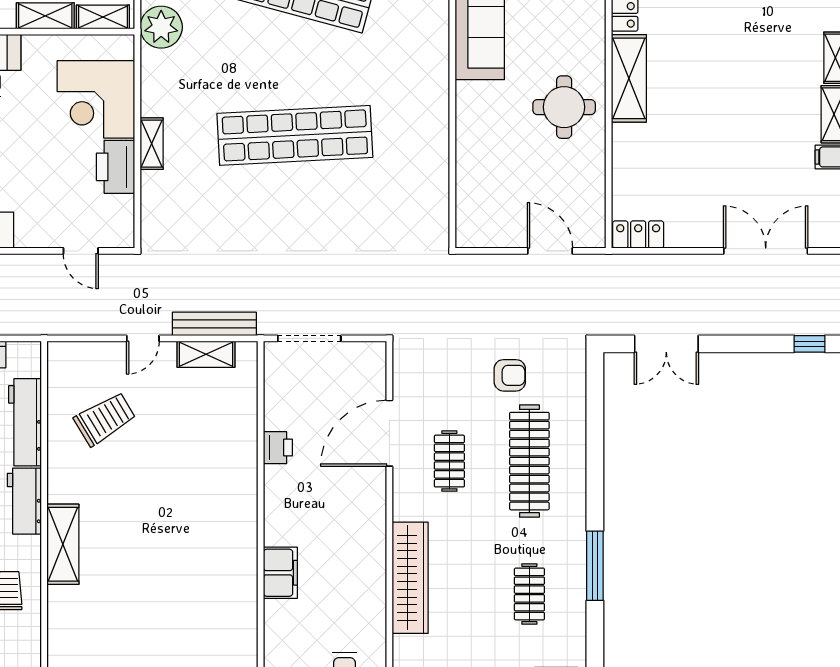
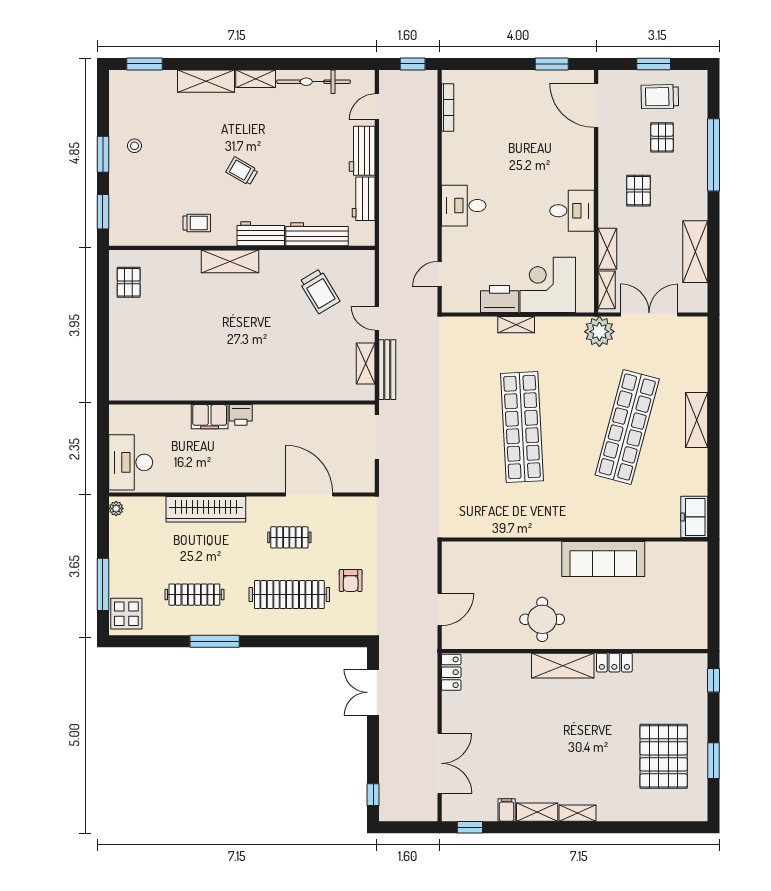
printer: (278, 448) -> (241, 415), moved
clothes rail: (529, 594) -> (194, 595), width x1.36

